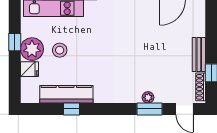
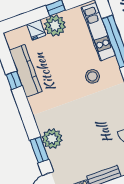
stool: (60, 50) -> (92, 76), moved
plant: (148, 97) -> (52, 139), width x1.88, depth x1.88

